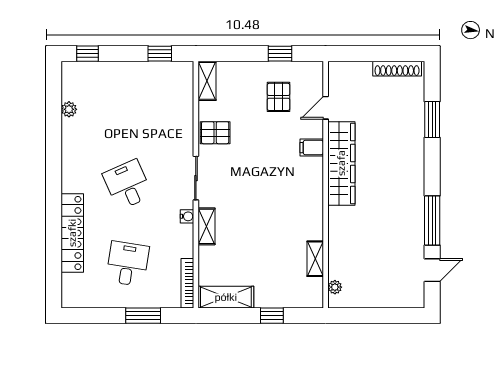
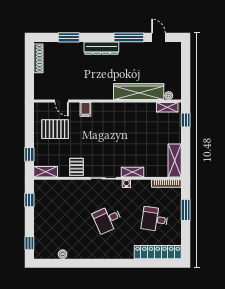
window: (280, 54) -> (29, 154), moved
pallet: (279, 97) -> (55, 129), width x1.50, depth x1.42
wardrobe: (341, 163) -> (139, 92), moved
dresser: (414, 174) -> (101, 48), added
locker: (72, 233) -> (158, 252), moved
shelving: (315, 259) -> (167, 107), moved
window: (272, 316) -> (186, 120), moved

